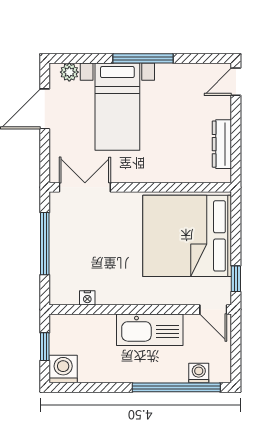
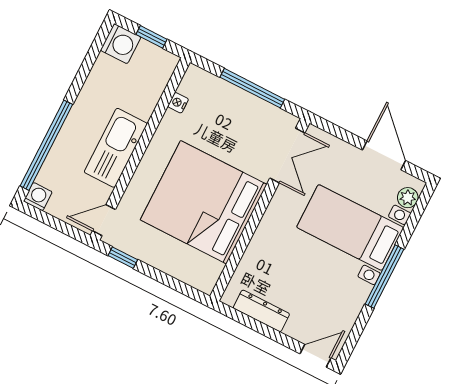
door: (236, 82) -> (316, 356), hinge flipped
bed: (187, 236) -> (204, 202), moved, turned -90
washing machine: (199, 373) -> (38, 197), moved, turned -90

